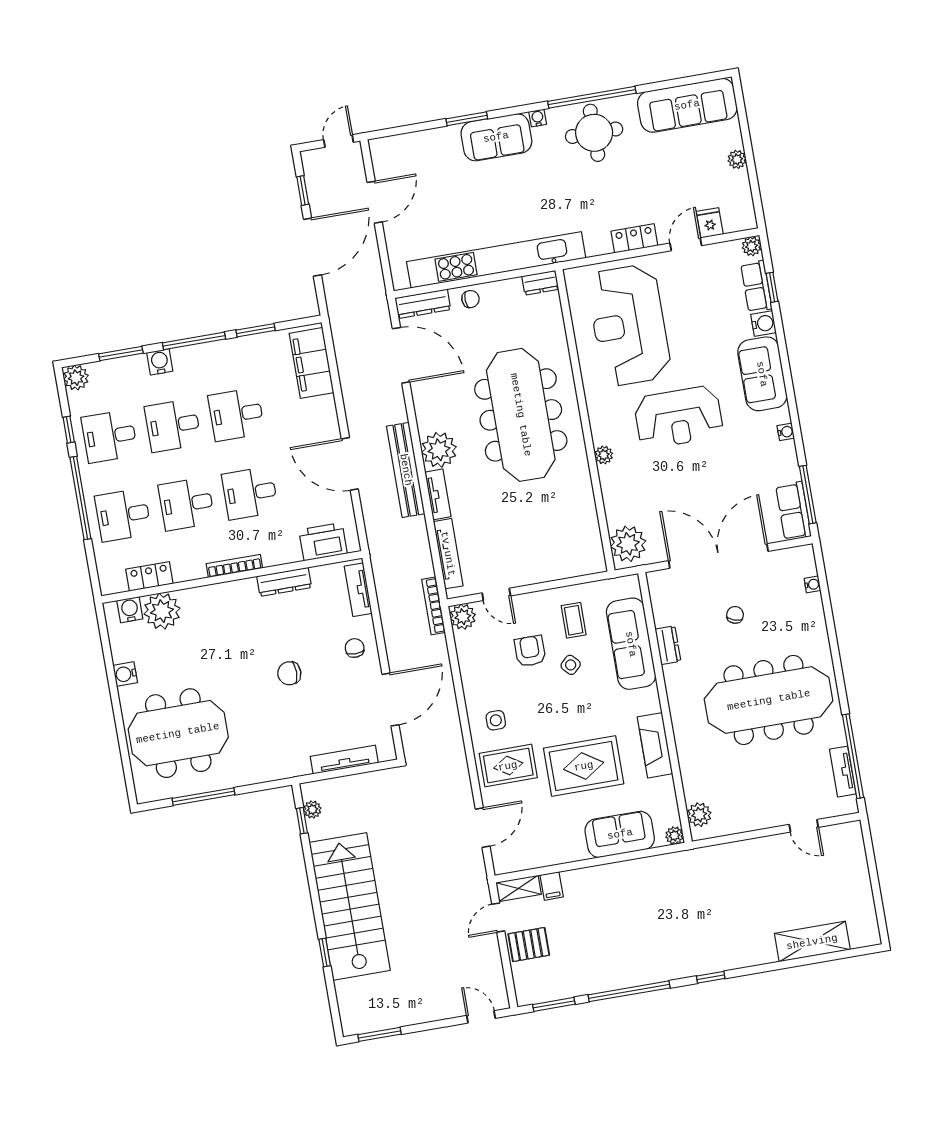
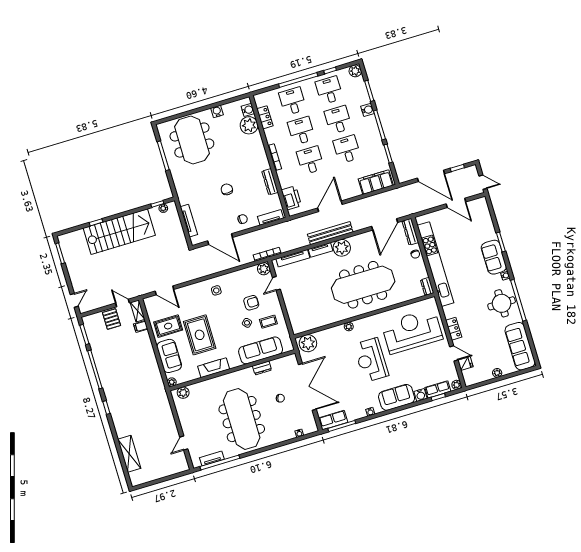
rug: (508, 766) -> (168, 326), moved, turned 90

